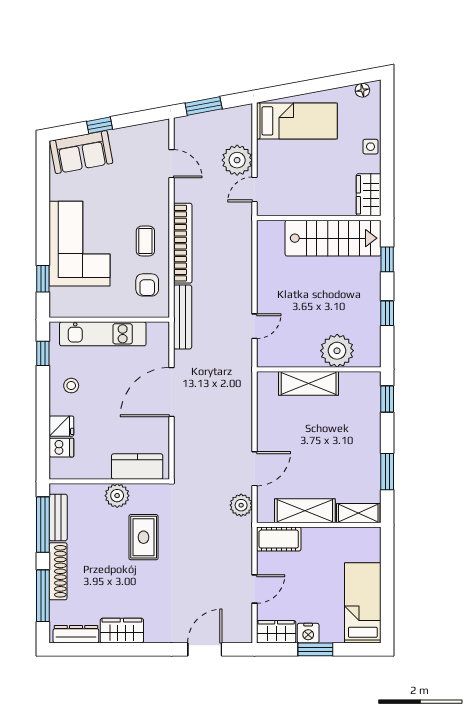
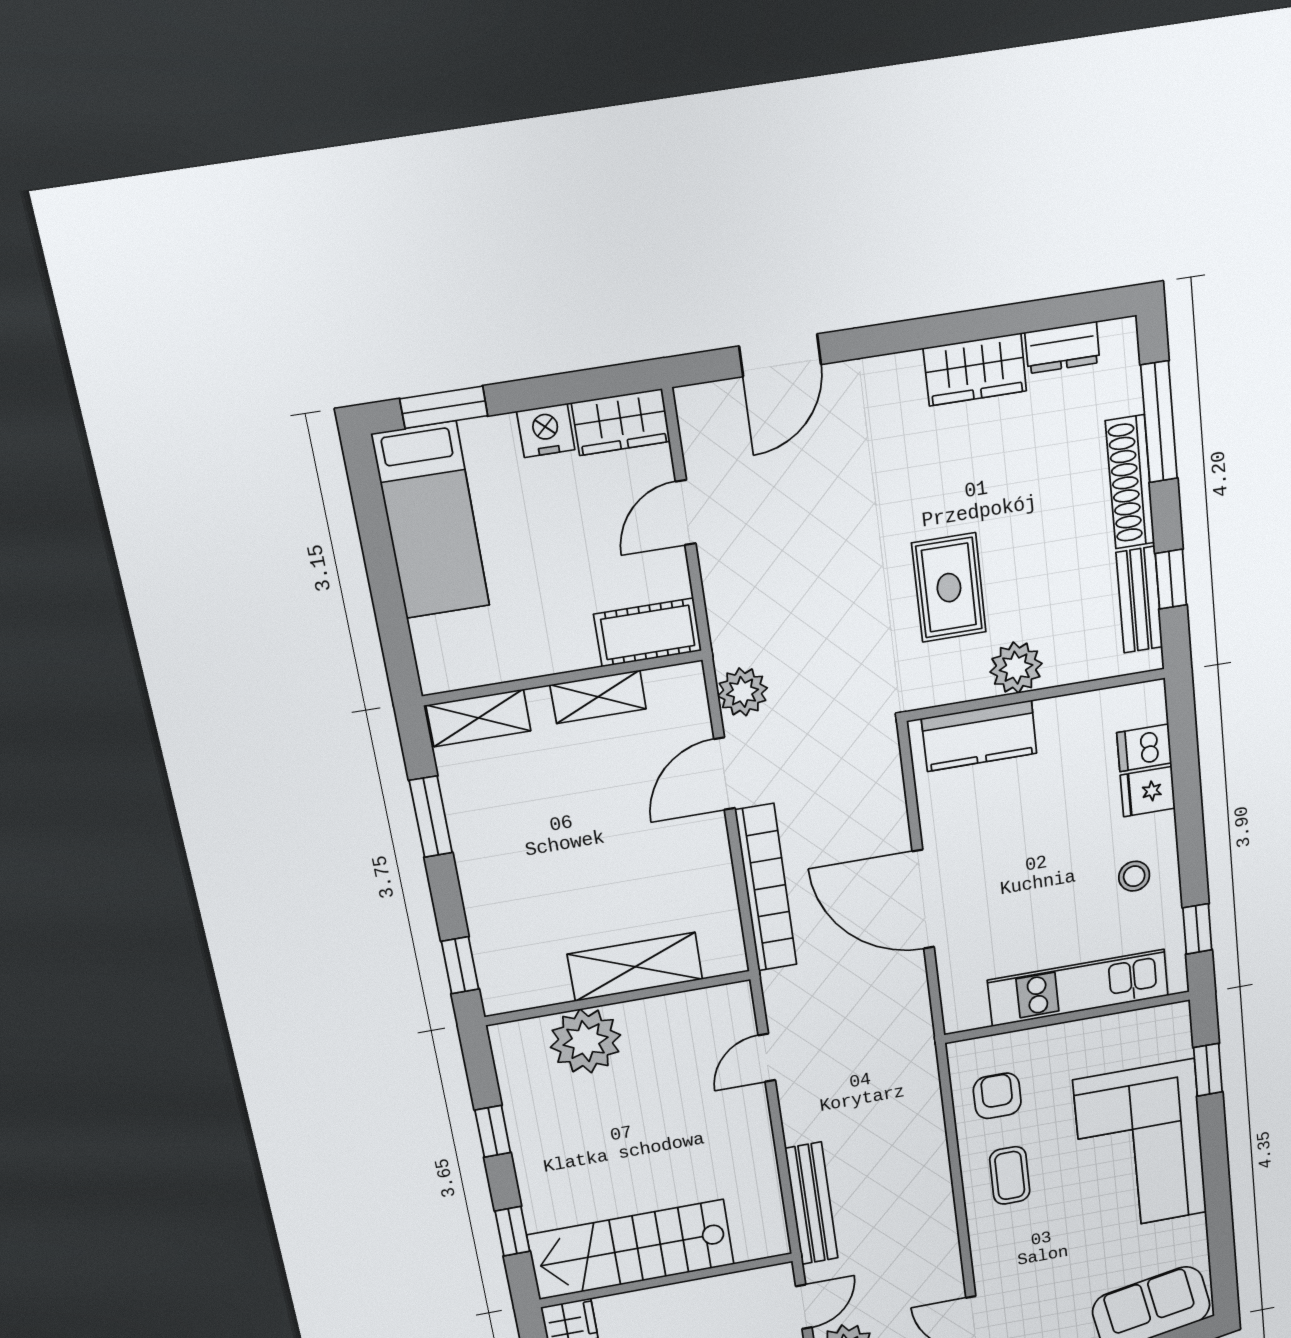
bookcase: (183, 243) -> (766, 888), moved, turned 180
bench: (183, 317) -> (812, 1204), moved
door: (172, 392) -> (923, 899), swing flipped
shelving: (305, 511) -> (598, 697), width x0.67, depth x0.75
window: (43, 525) -> (1171, 579), width x0.46
dresser: (76, 634) -> (1062, 348), width x0.70
window: (315, 649) -> (444, 407), moved

